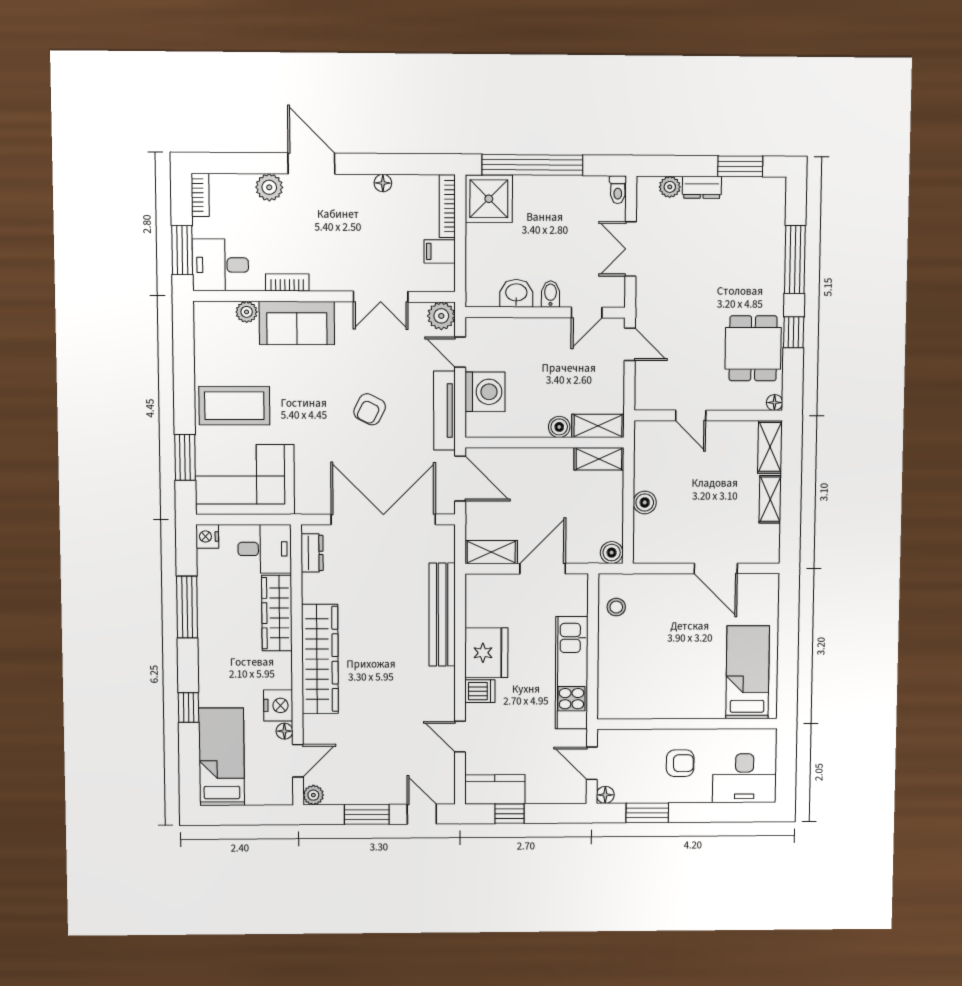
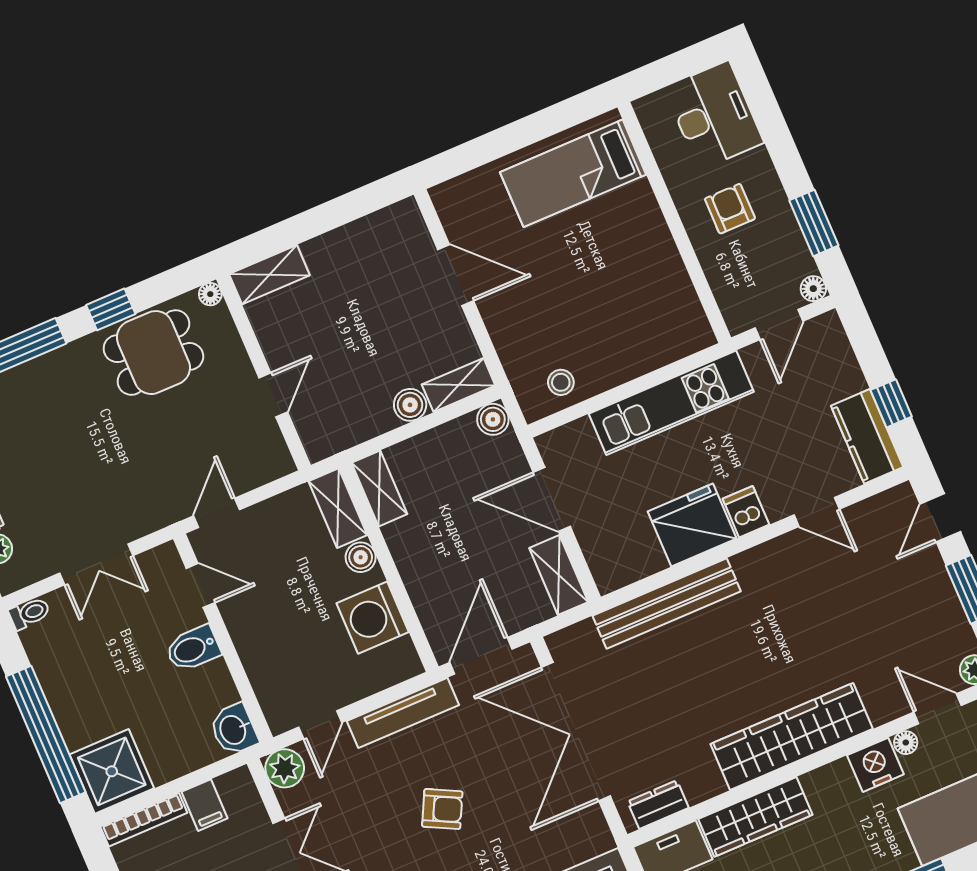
washbasin: (516, 293) -> (234, 730), moved
bidet: (551, 294) -> (193, 649), width x1.38, depth x1.36
washing machine: (485, 392) -> (373, 618), moved, turned -90
shelving: (770, 499) -> (459, 385), moved
door: (716, 568) -> (456, 275), hinge flipped
door: (460, 737) -> (817, 512), hinge flipped

